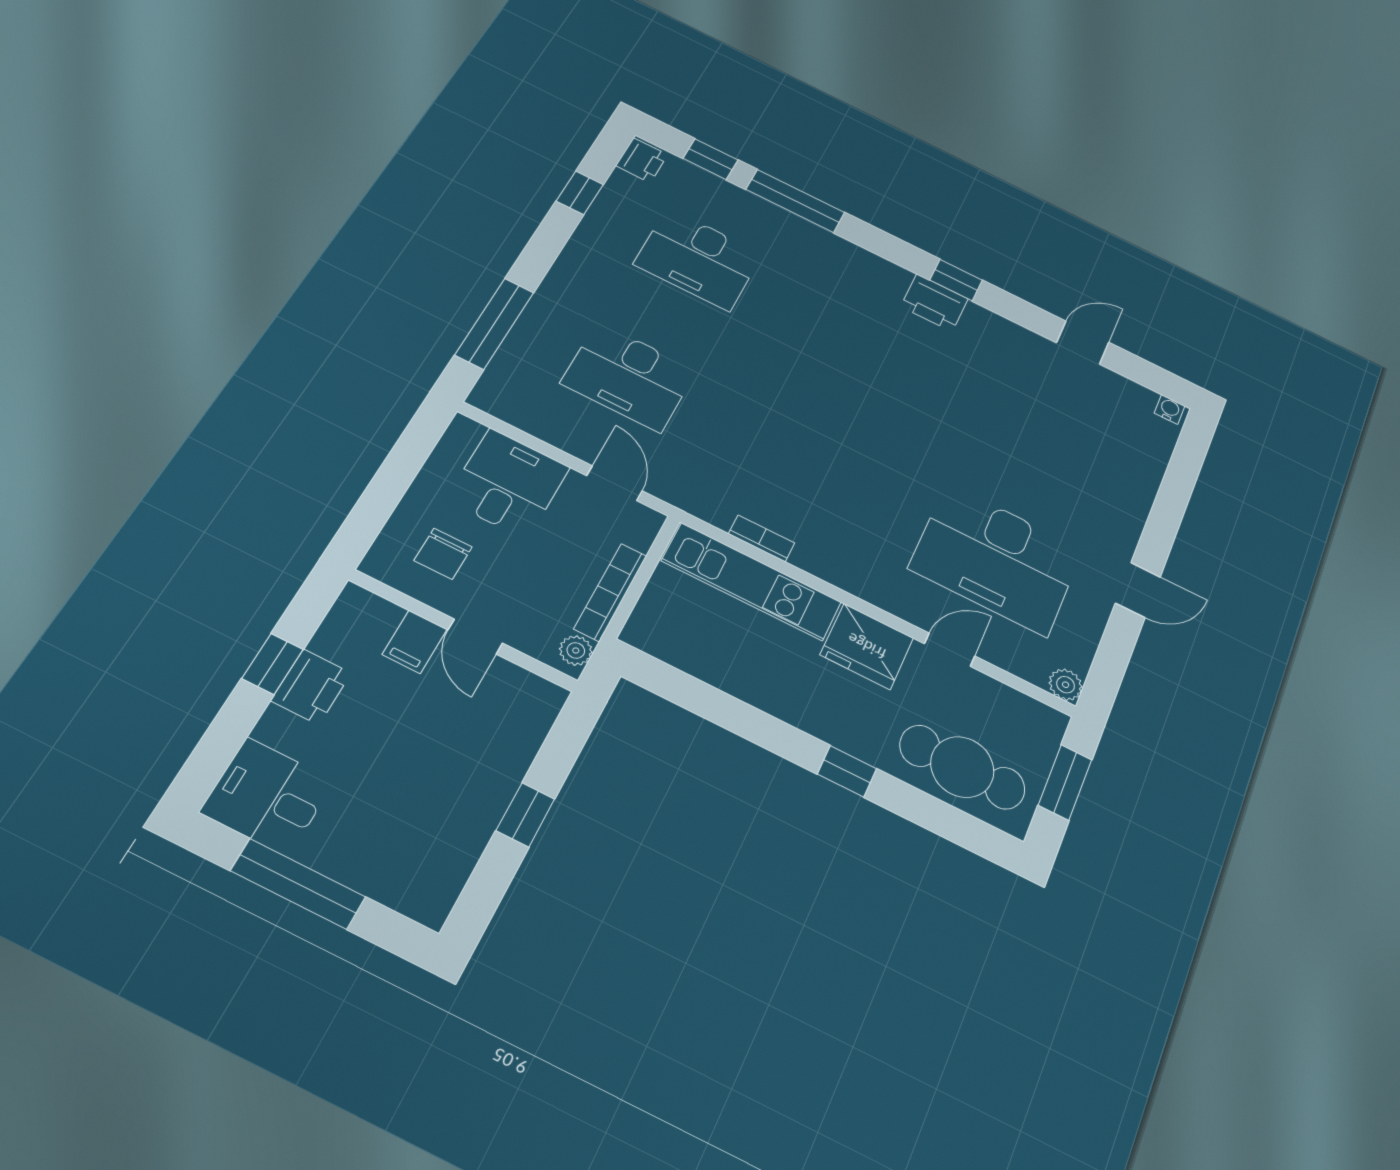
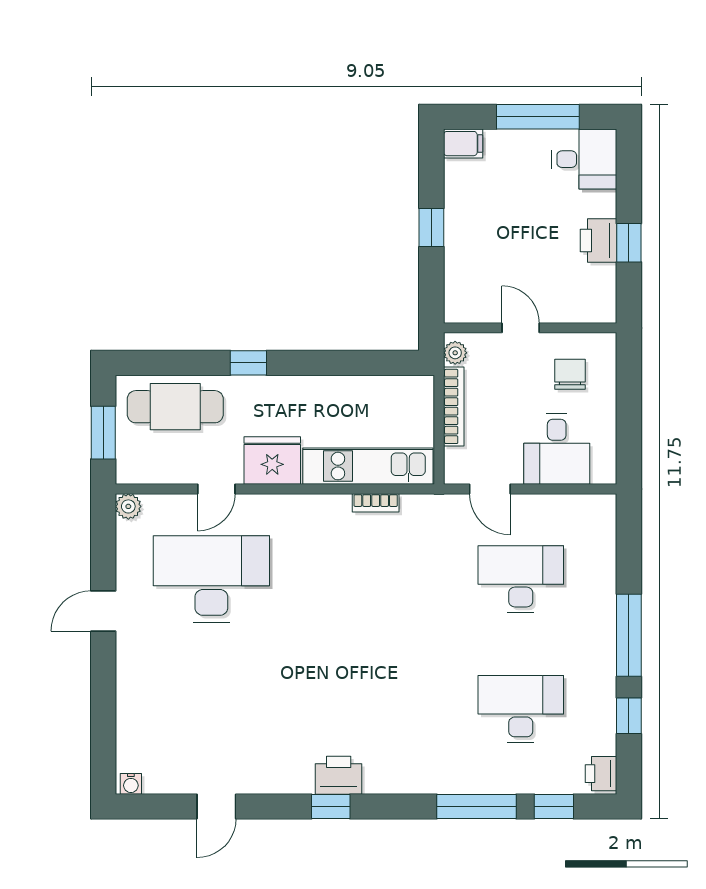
window: (494, 324) -> (629, 635), moved
filing cabinet: (415, 642) -> (463, 144), moved, turned 90

